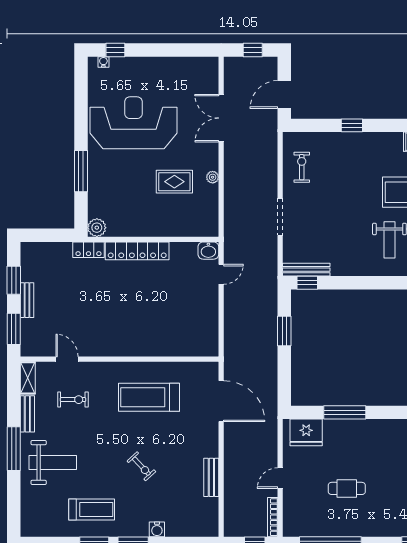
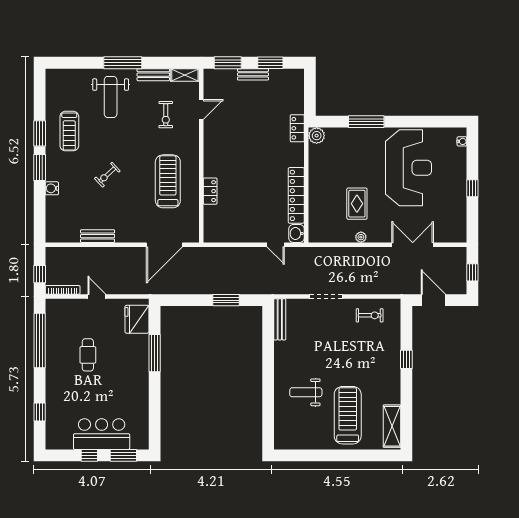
window: (115, 50) -> (472, 188), moved
locker: (137, 251) -> (296, 195), moved
window: (307, 283) -> (268, 320), removed
locker: (160, 349) -> (210, 191), added

